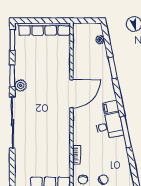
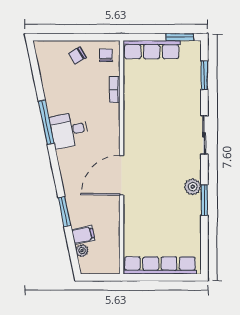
window: (12, 40) -> (204, 75), moved
filing cabinet: (111, 107) -> (83, 235), moved
sliding door: (12, 123) -> (204, 135), width x0.54

